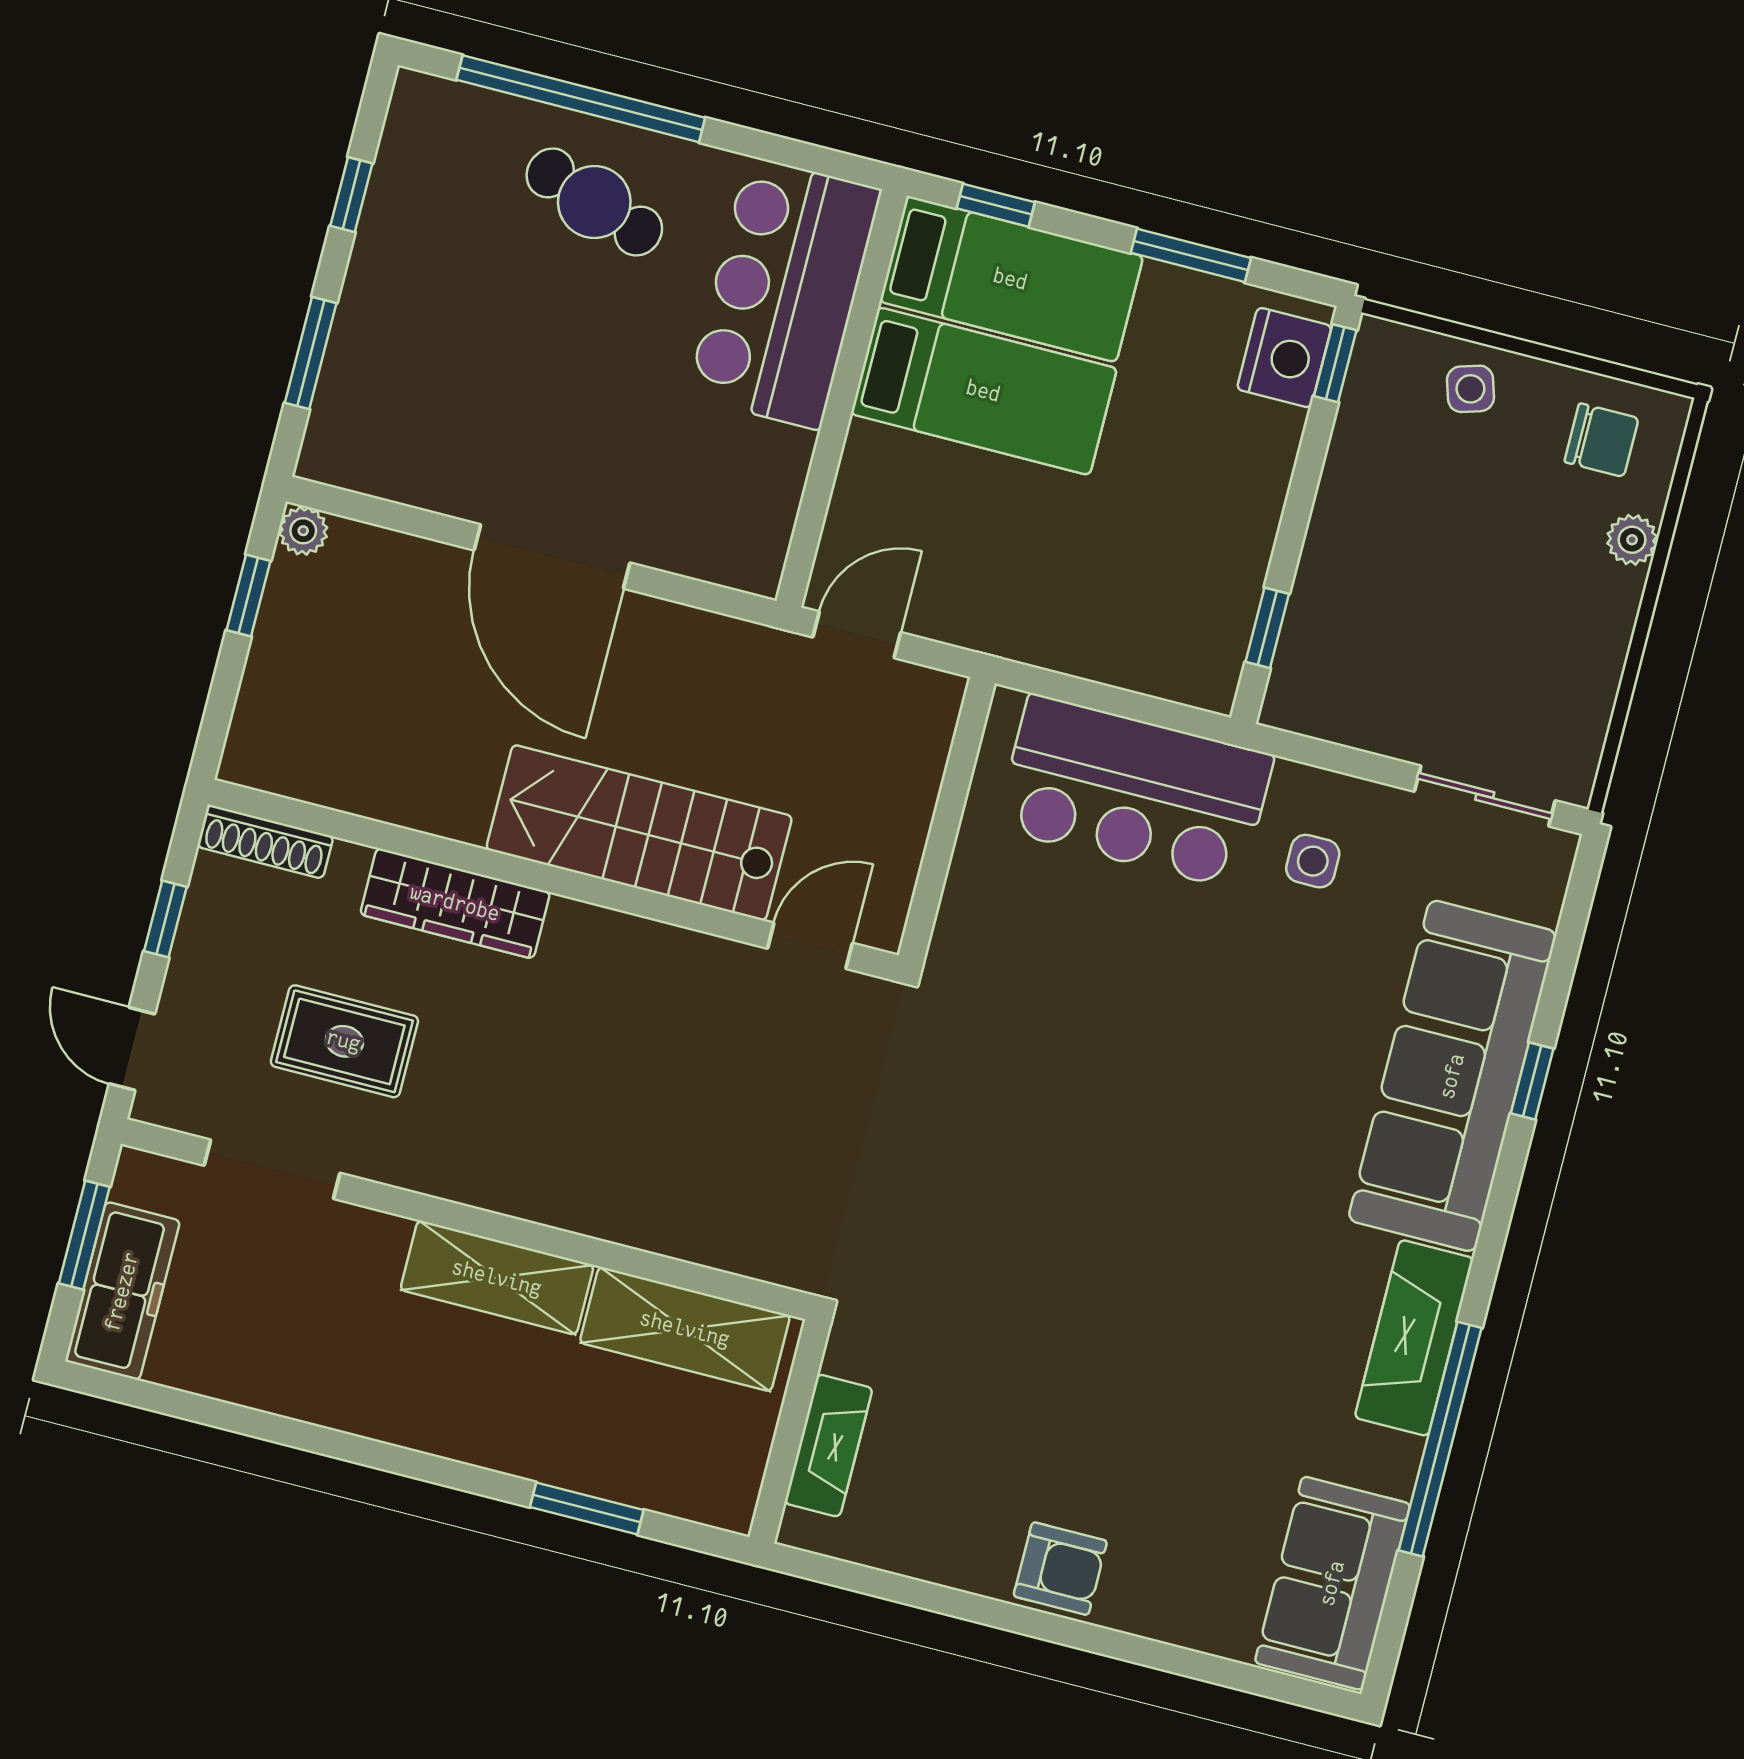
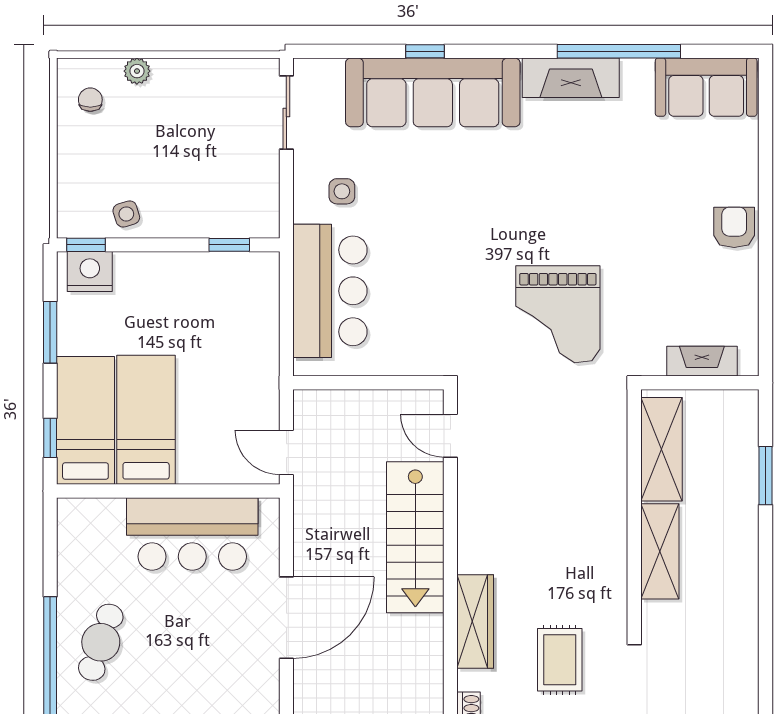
bar counter: (784, 293) -> (192, 534), moved
side table: (1470, 389) -> (126, 214), moved
chair: (1601, 440) -> (90, 100), width x0.73, depth x0.73
grand piano: (983, 1202) -> (558, 314), added

